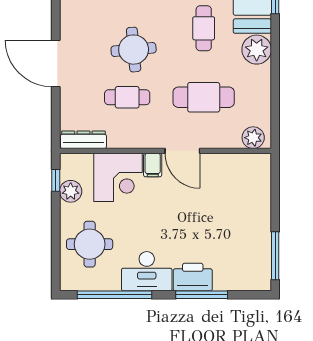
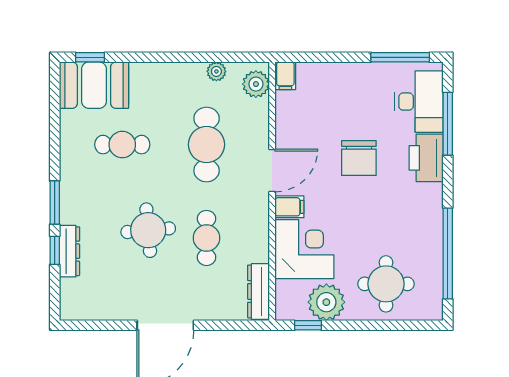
plant: (257, 50) -> (216, 71), moved, width x0.53, depth x0.53
filing cabinet: (260, 162) -> (285, 76), added
plant: (71, 191) -> (326, 302), width x1.36, depth x1.36
chair: (193, 222) -> (359, 158), added
desk: (147, 271) -> (419, 102), moved
window: (202, 295) -> (448, 124), moved

